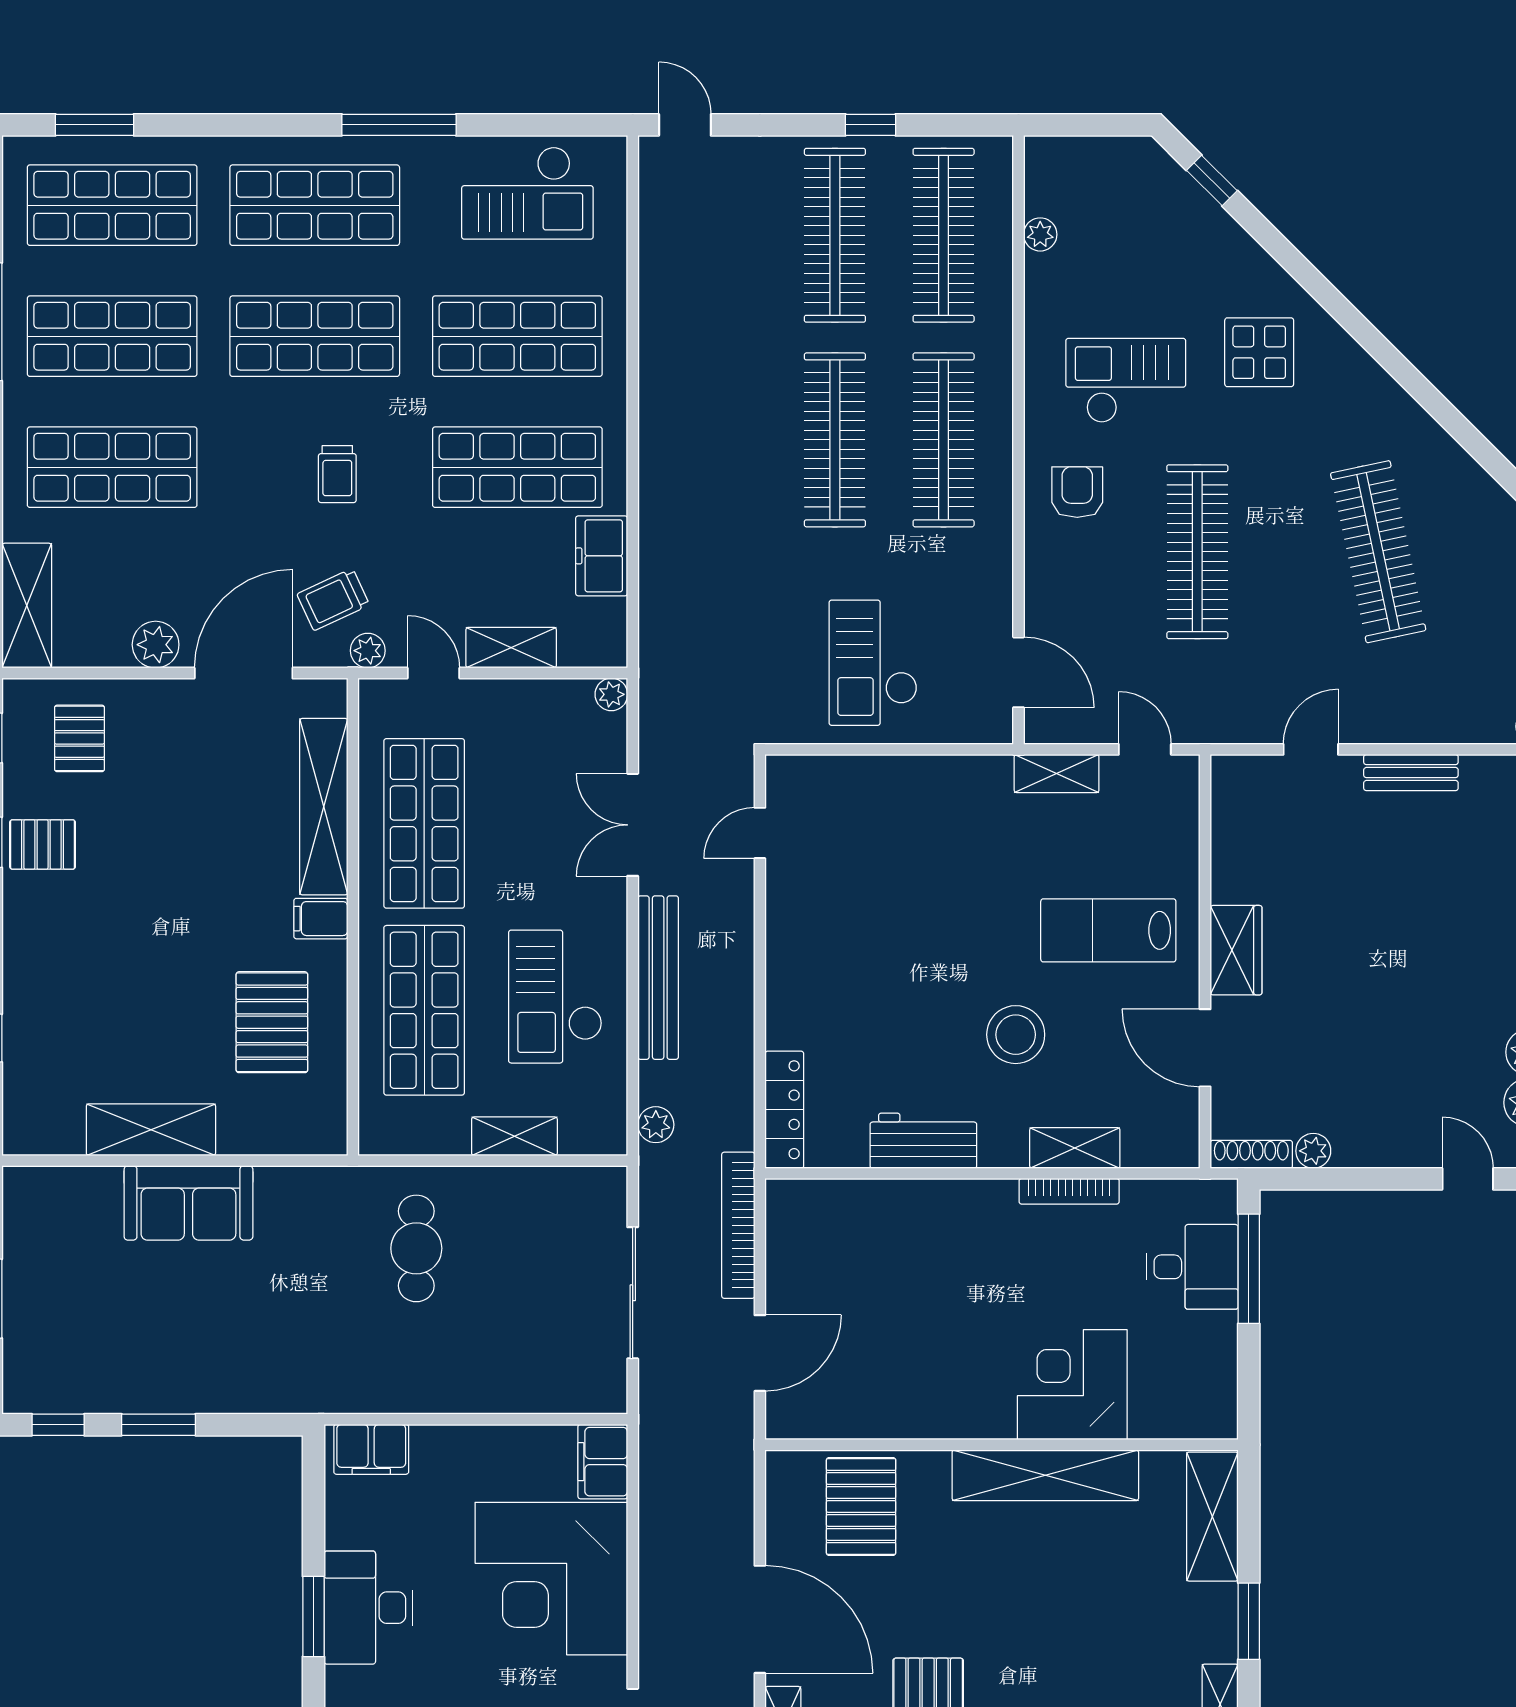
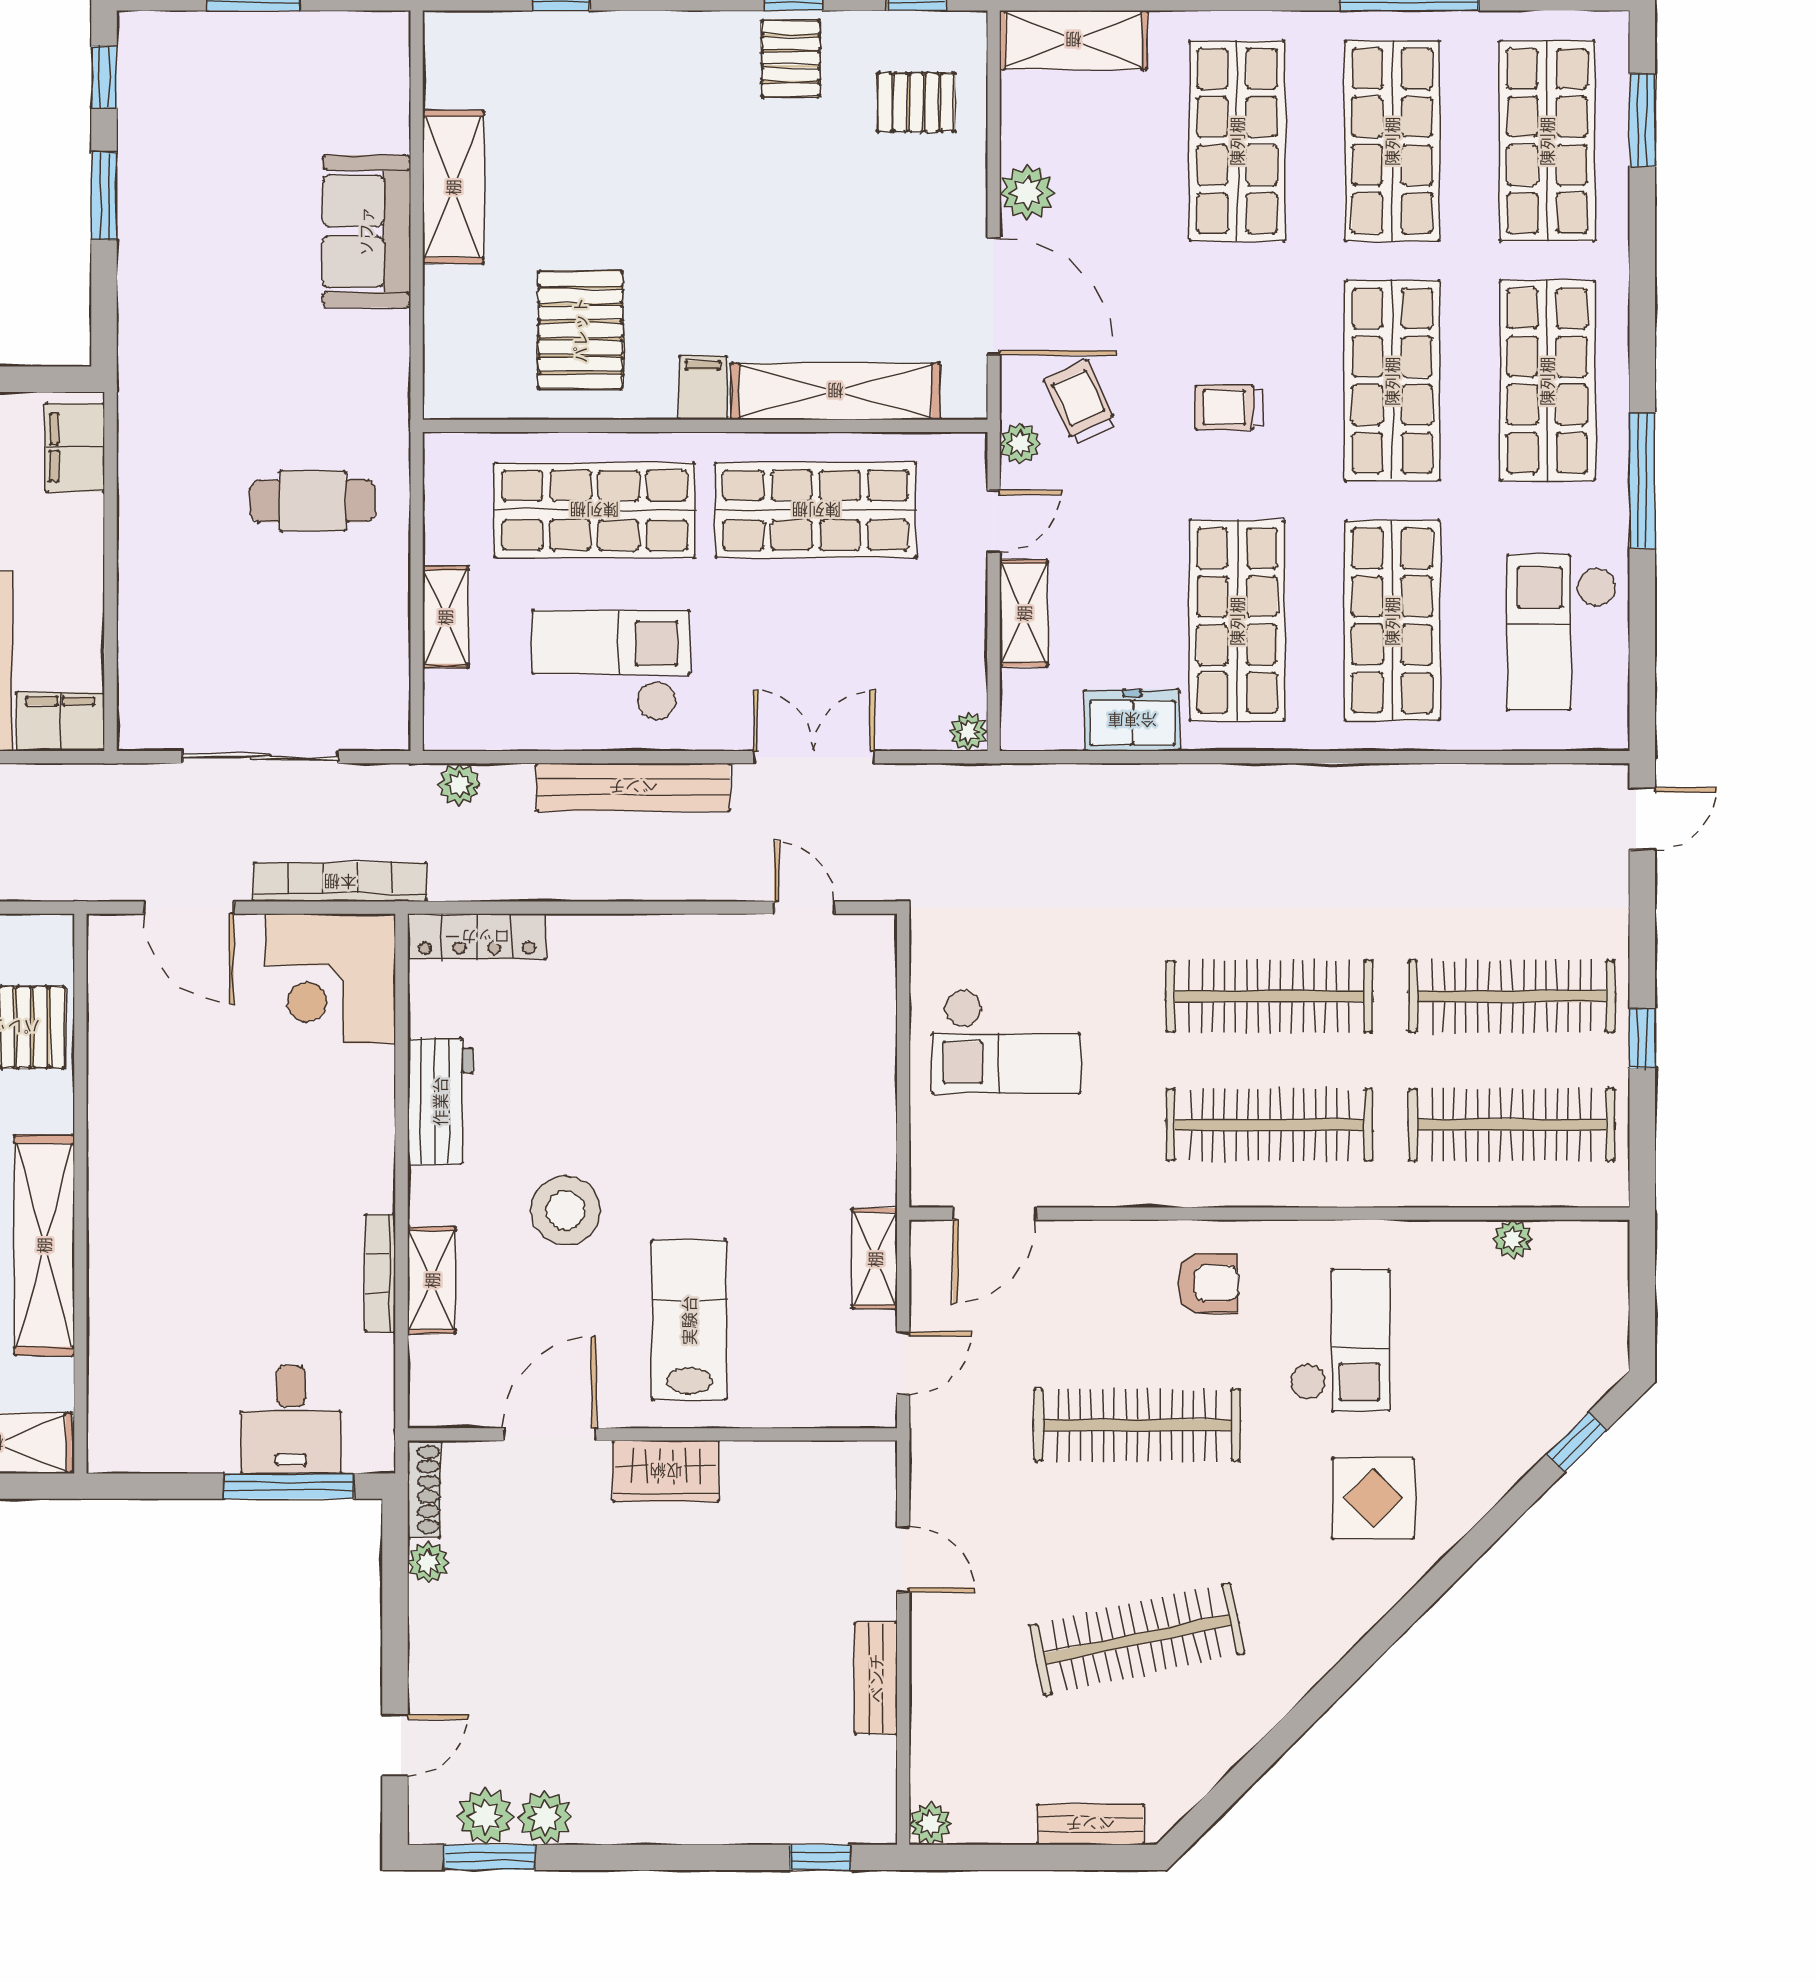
checkout: (873, 663) -> (1006, 1042), turned 180
pallet: (272, 1022) -> (580, 330), turned 90
corner desk: (1072, 1385) -> (330, 979), moved, turned 180

